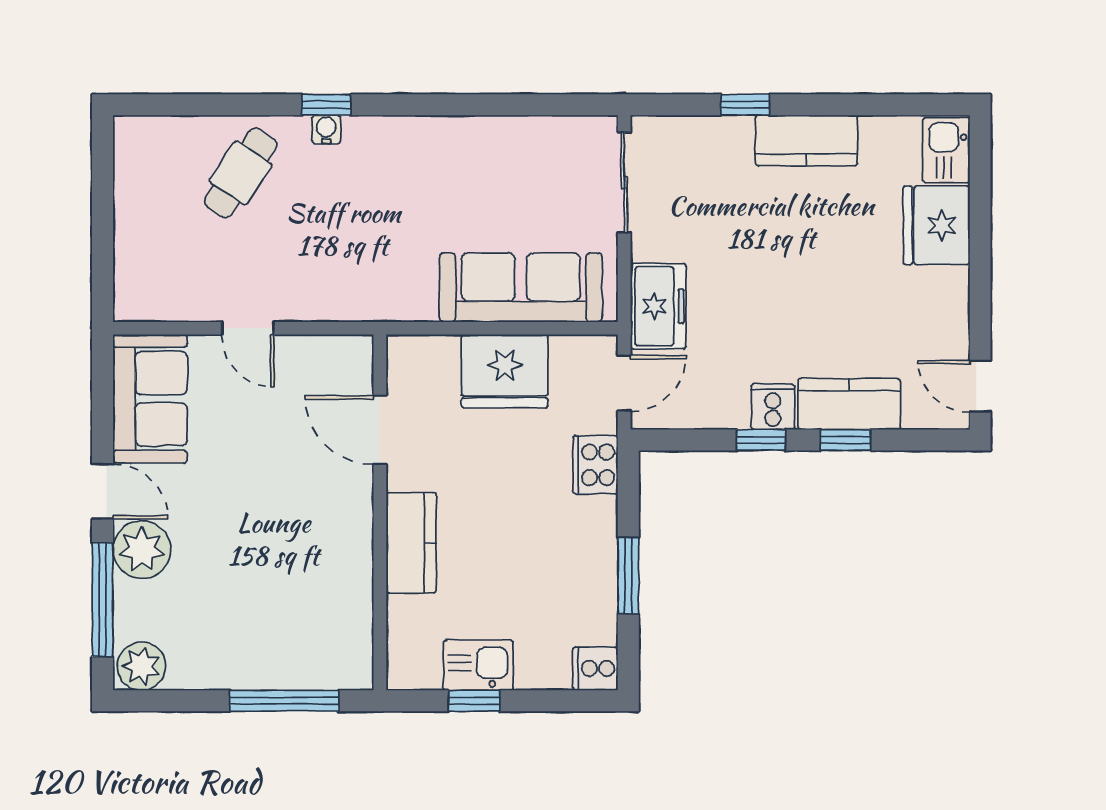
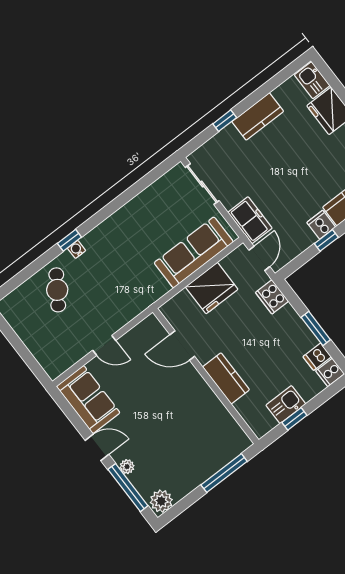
plant: (142, 550) -> (127, 467), width x0.53, depth x0.53
dishwasher: (594, 625) -> (317, 357), added

